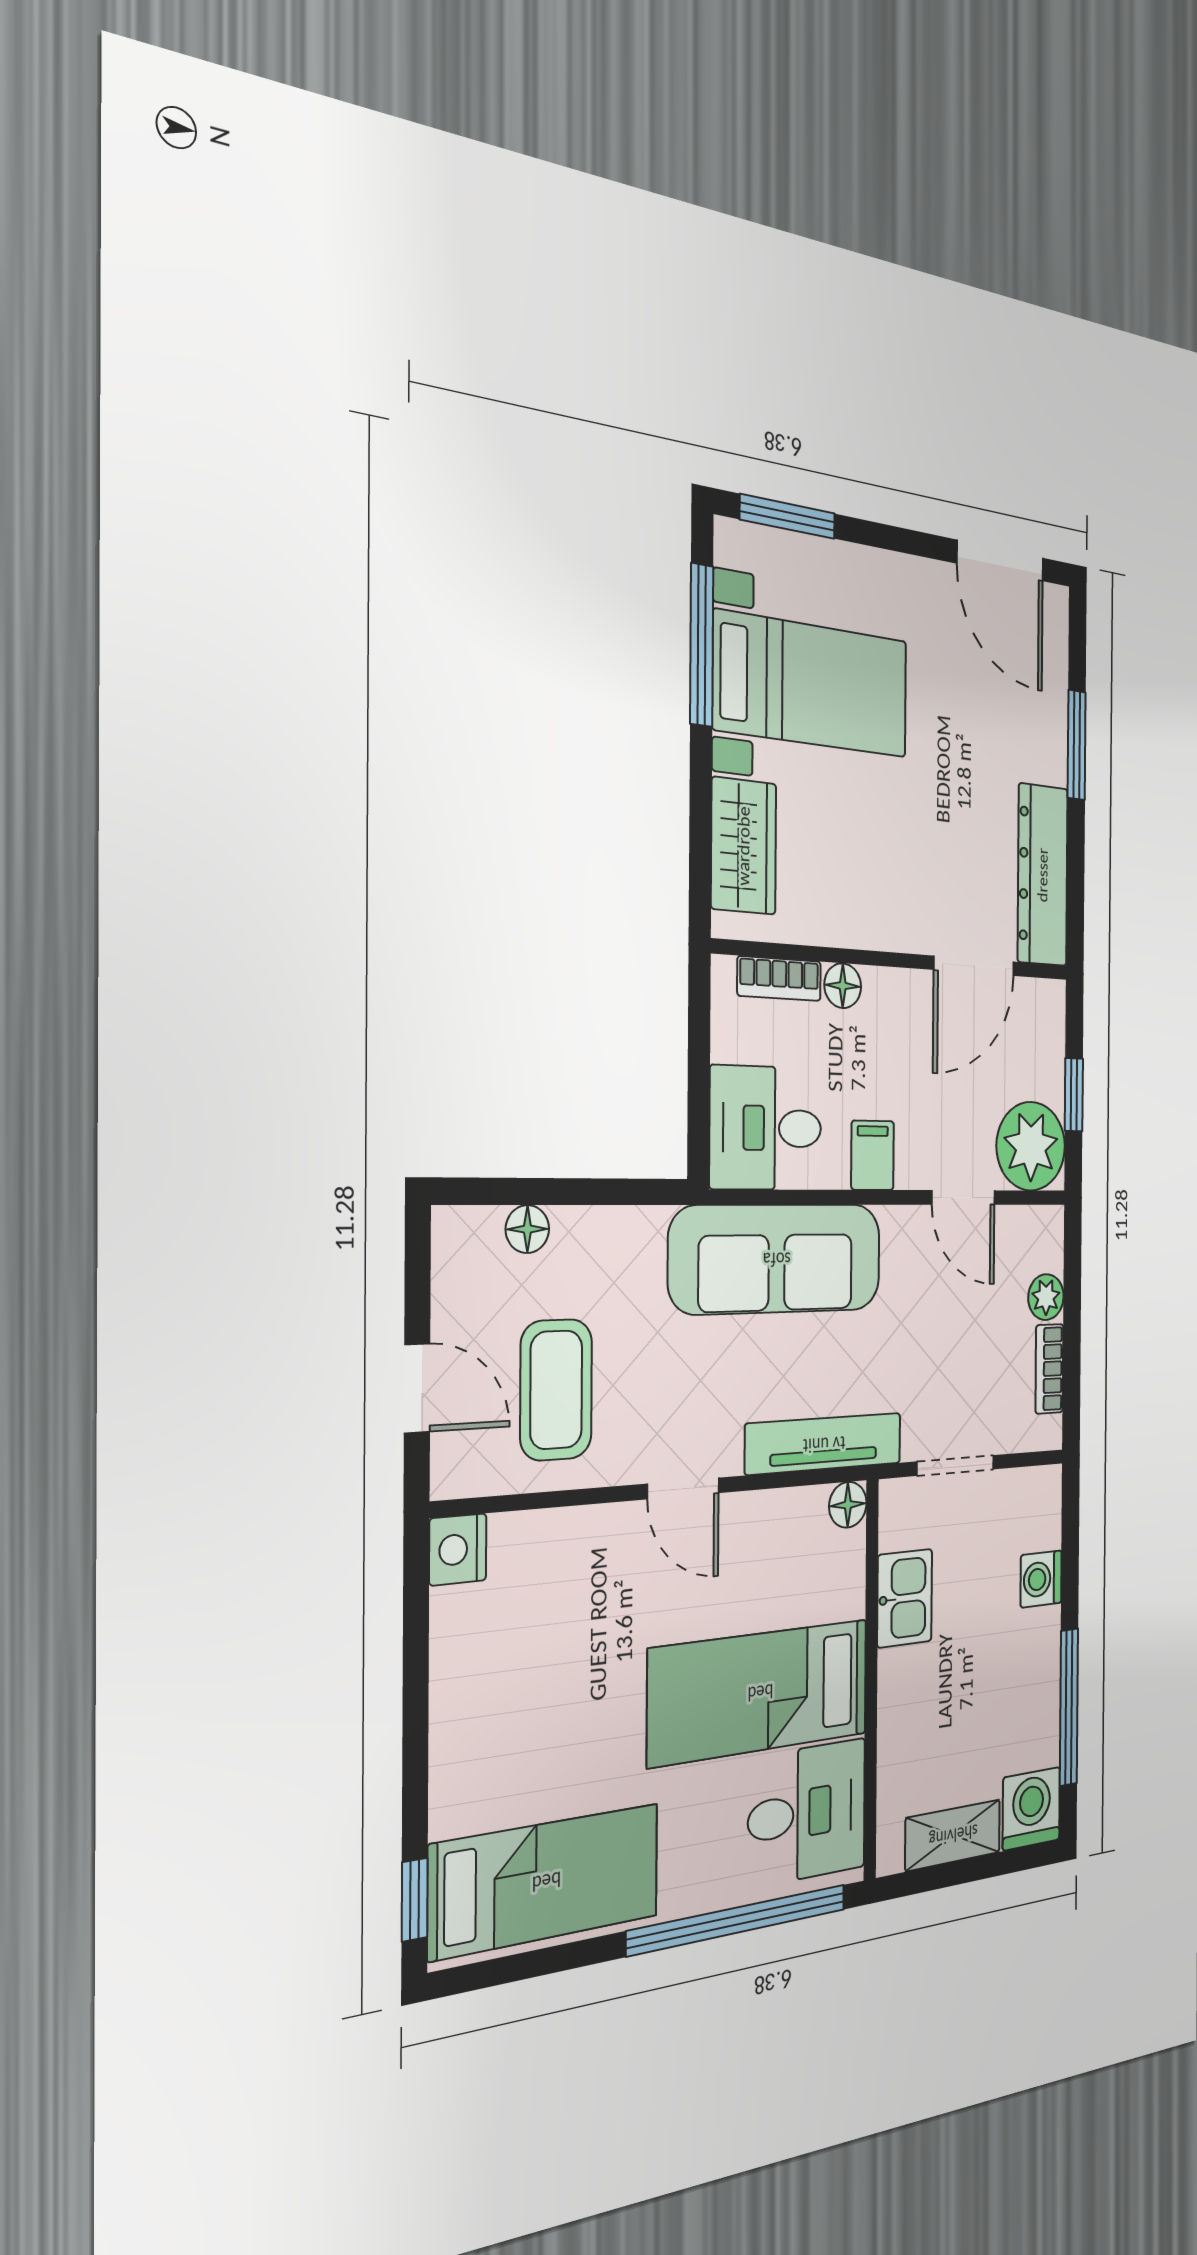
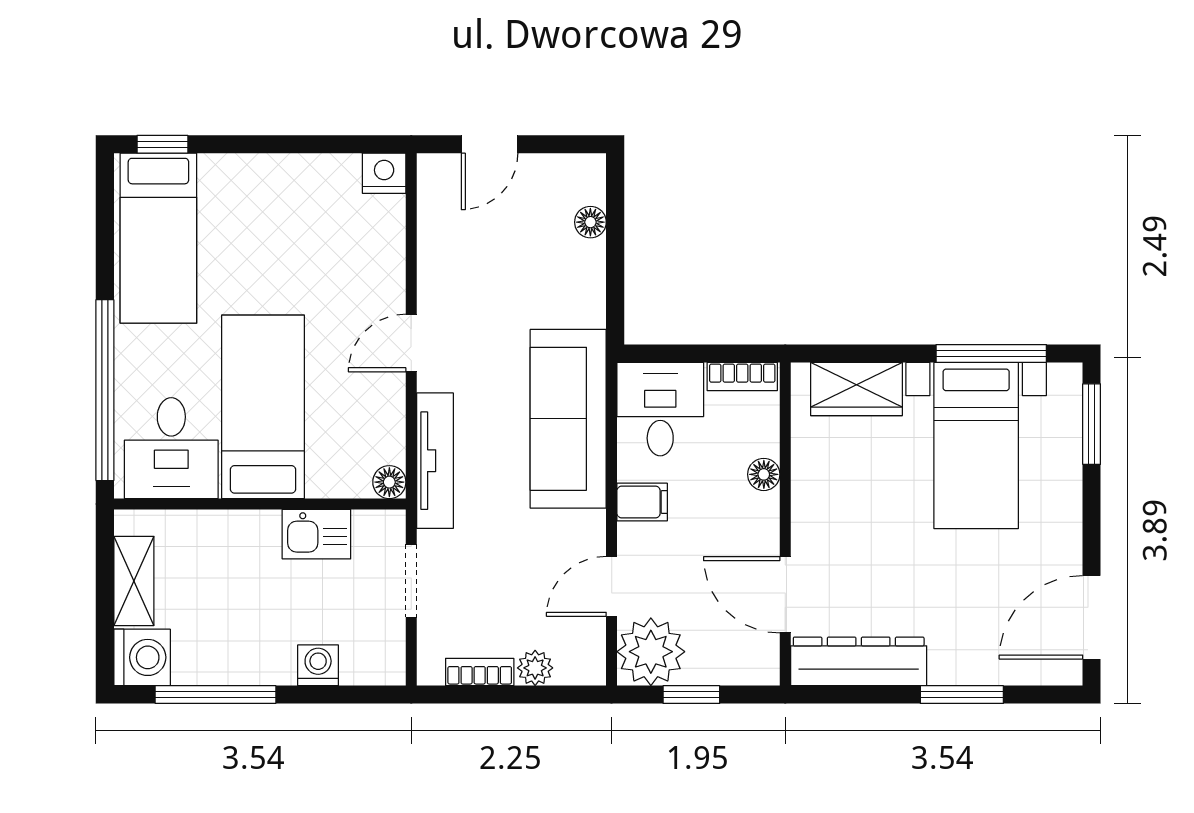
bookcase: (779, 979) -> (742, 376), moved, turned -90
coffee table: (556, 1390) -> (484, 244), removed

